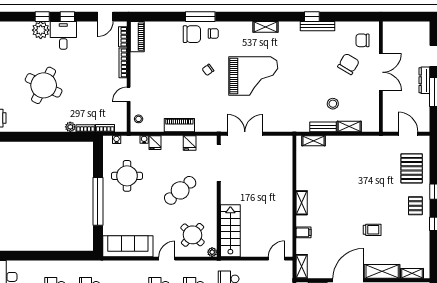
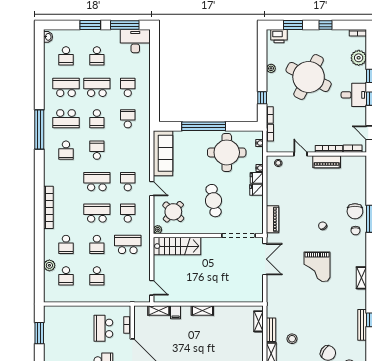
plant: (41, 30) -> (359, 58), moved
piano: (137, 37) -> (327, 162), moved
grand piano: (253, 76) -> (317, 267), width x0.73, depth x0.68
round table: (44, 85) -> (309, 77), width x1.36, depth x1.36
piano: (179, 125) -> (273, 219), moved
plant: (70, 127) -> (271, 68), moved
window: (67, 137) -> (262, 98), added
fridge: (190, 143) -> (257, 190), moved
round table: (127, 176) -> (227, 152), width x1.36, depth x1.36
cafe table: (180, 190) -> (214, 201), turned 30
shelving: (302, 266) -> (159, 311), moved

